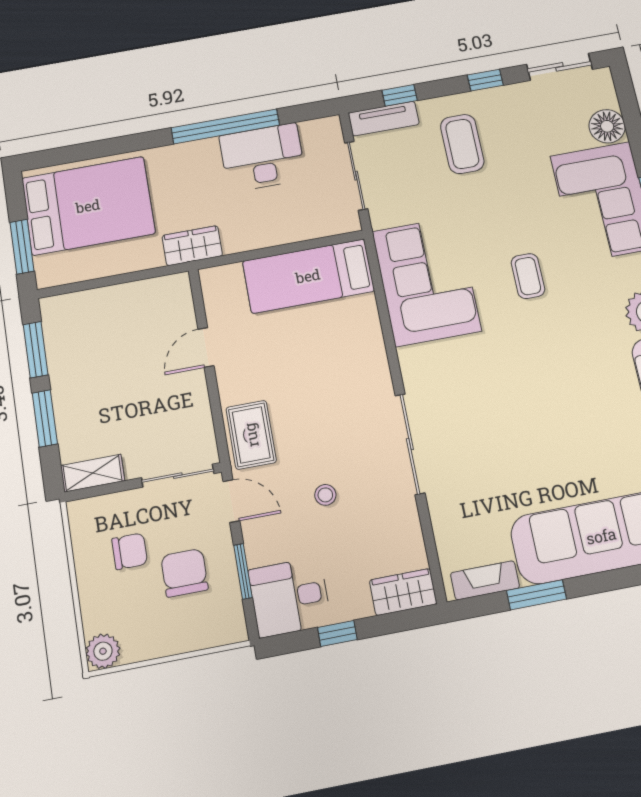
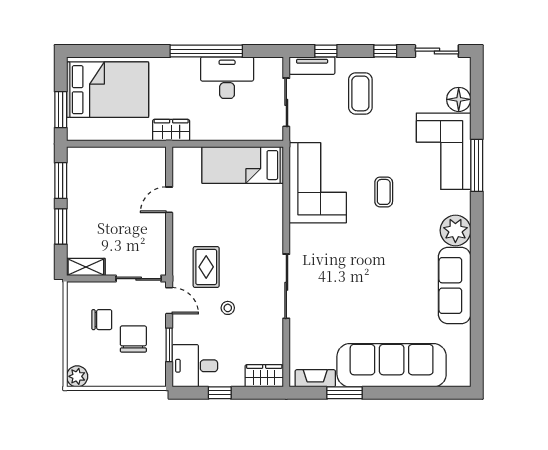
rug: (251, 435) -> (206, 267), moved

